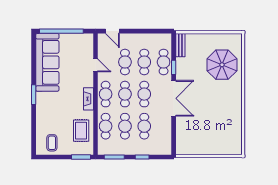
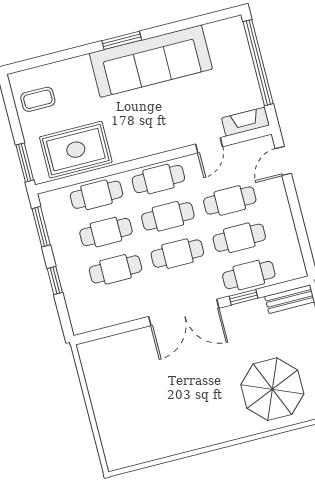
sofa: (47, 62) -> (151, 61), moved
fireplace: (89, 99) -> (246, 122), moved
rug: (81, 131) -> (76, 150), width x1.36, depth x1.43

